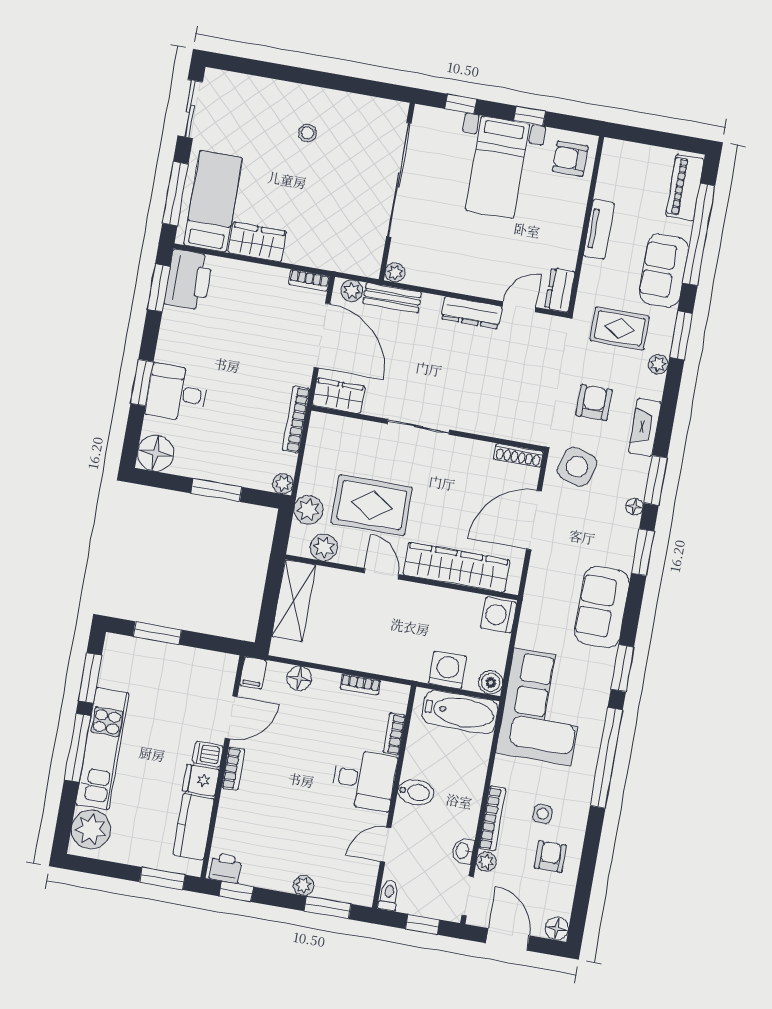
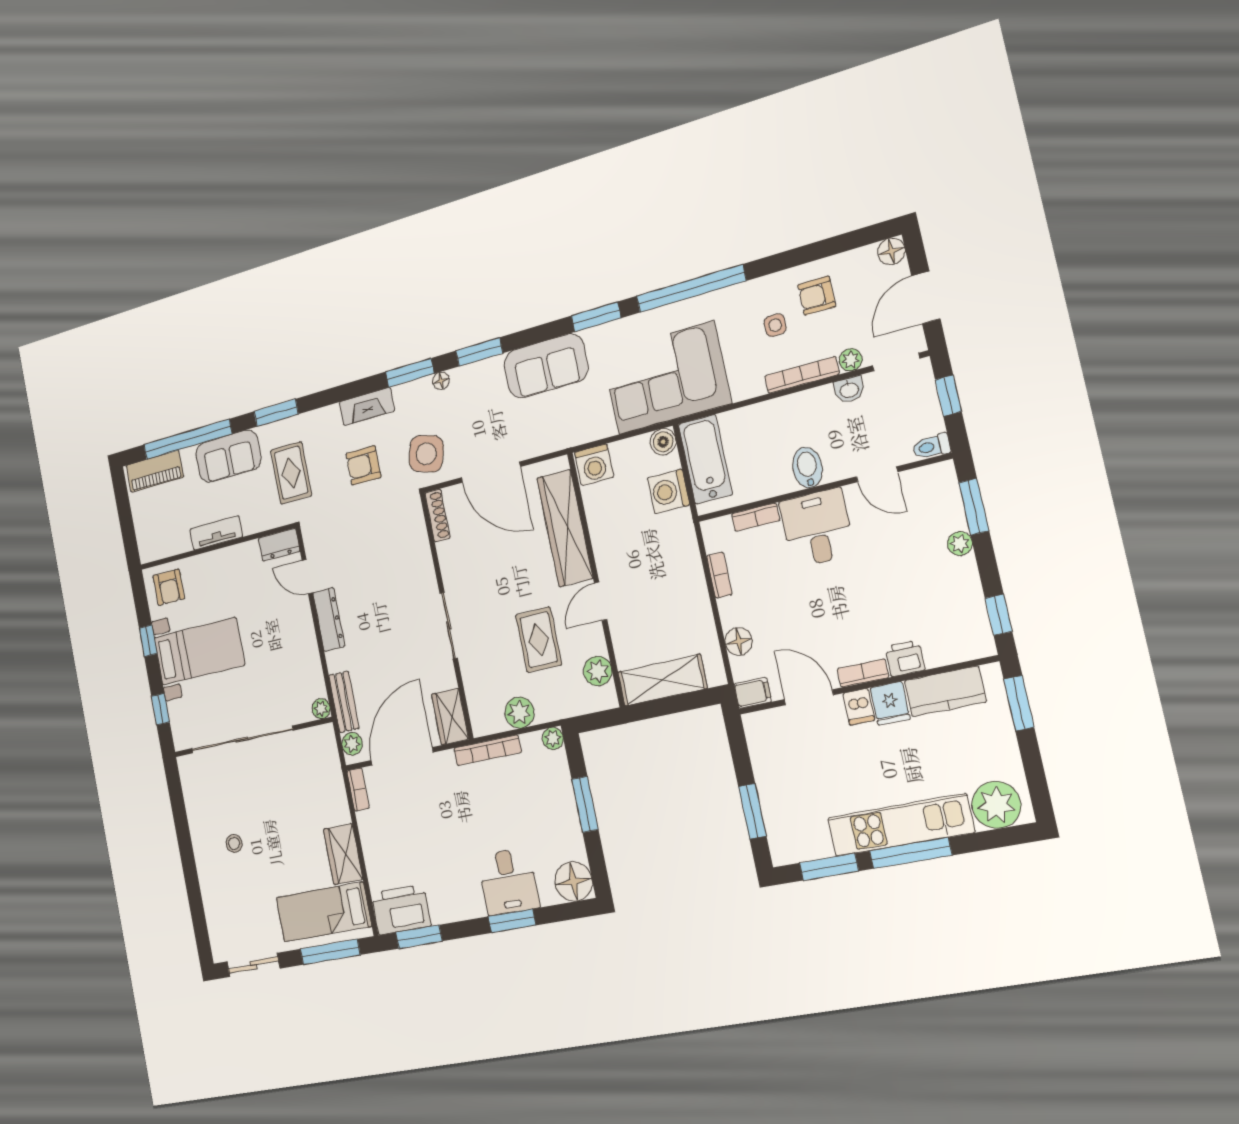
plant: (658, 364) -> (308, 422), removed
rug: (372, 505) -> (539, 640), width x0.73, depth x0.70
plant: (308, 510) -> (519, 713), moved
printer: (225, 868) -> (905, 658), moved, turned 90

